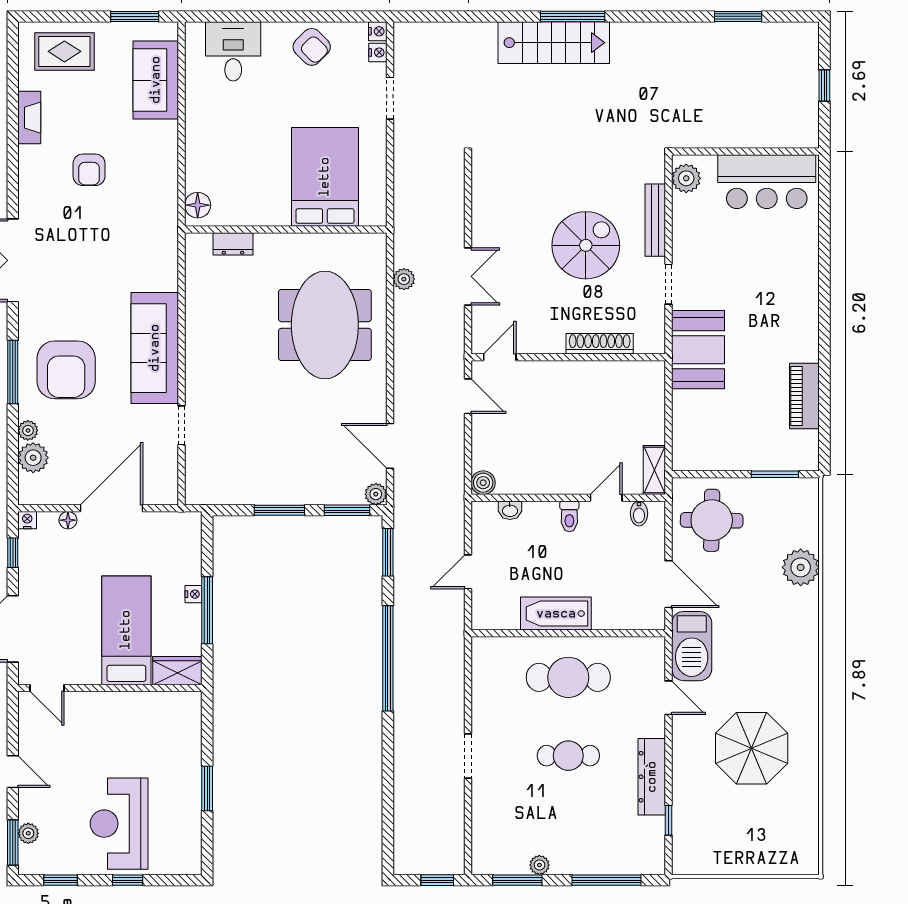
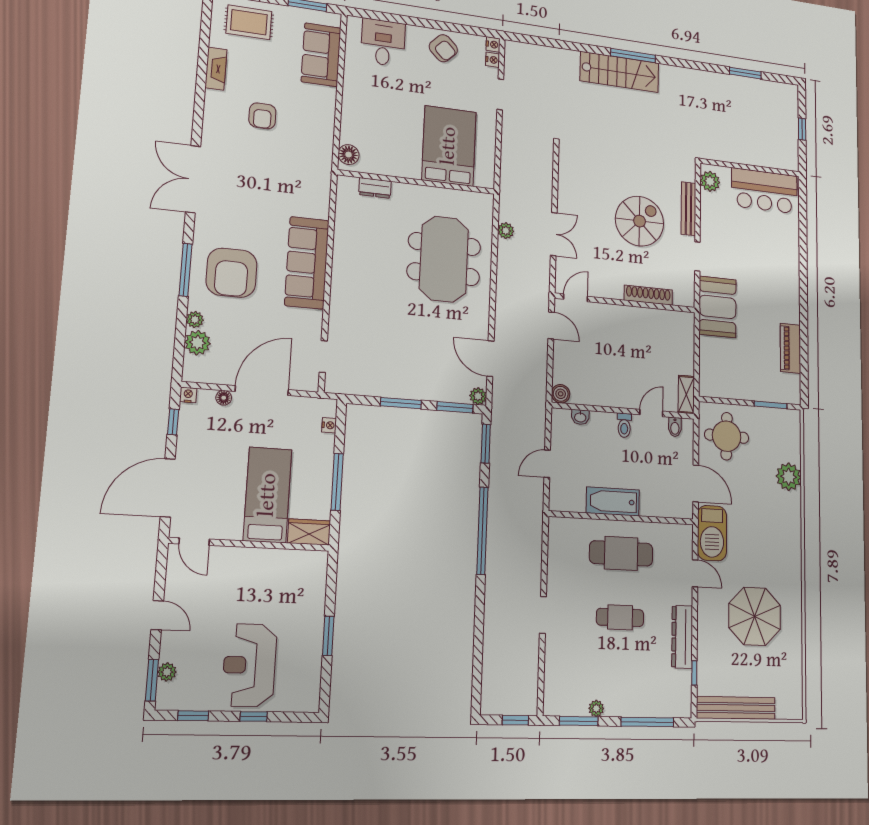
doorway: (182, 425) -> (323, 356), moved
nightstand: (194, 594) -> (329, 425), moved
bench: (725, 862) -> (736, 708), added

